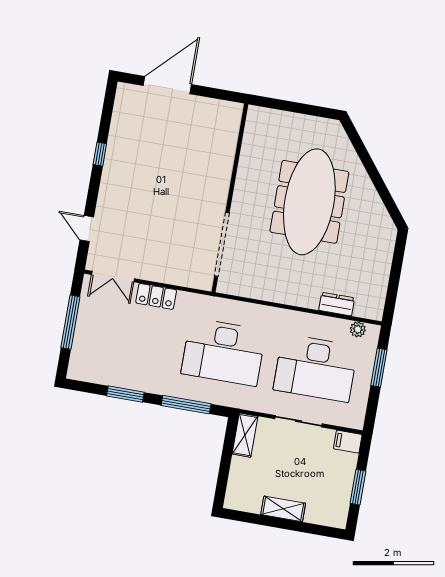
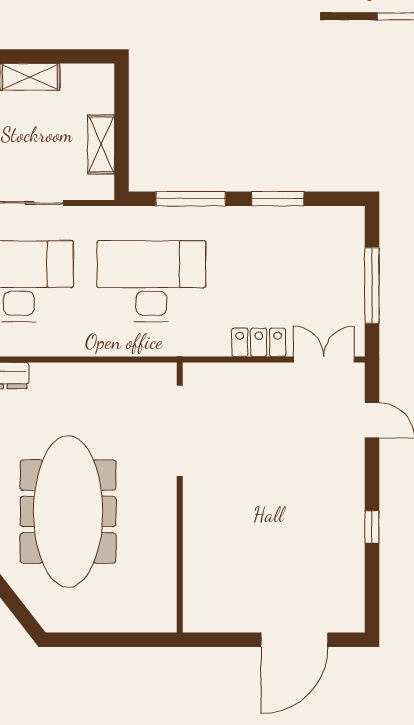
shelving: (245, 435) -> (101, 144), moved

